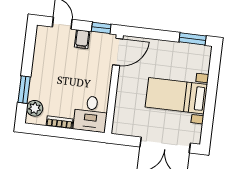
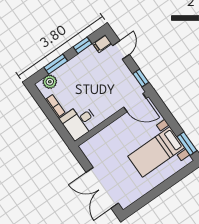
filing cabinet: (82, 39) -> (102, 44), moved
window: (29, 52) -> (82, 45), added
bed with nightstands: (176, 96) -> (156, 152), moved, turned -90

